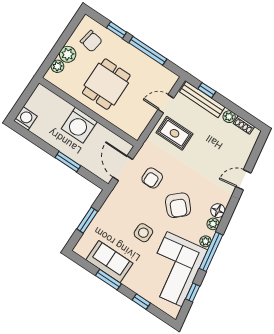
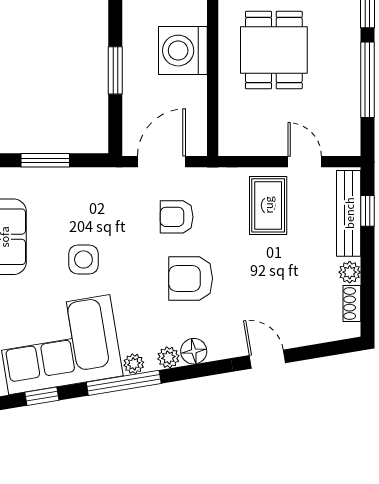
dining table: (106, 84) -> (274, 50), turned 90
armchair: (178, 205) -> (191, 279), moved, turned 42

